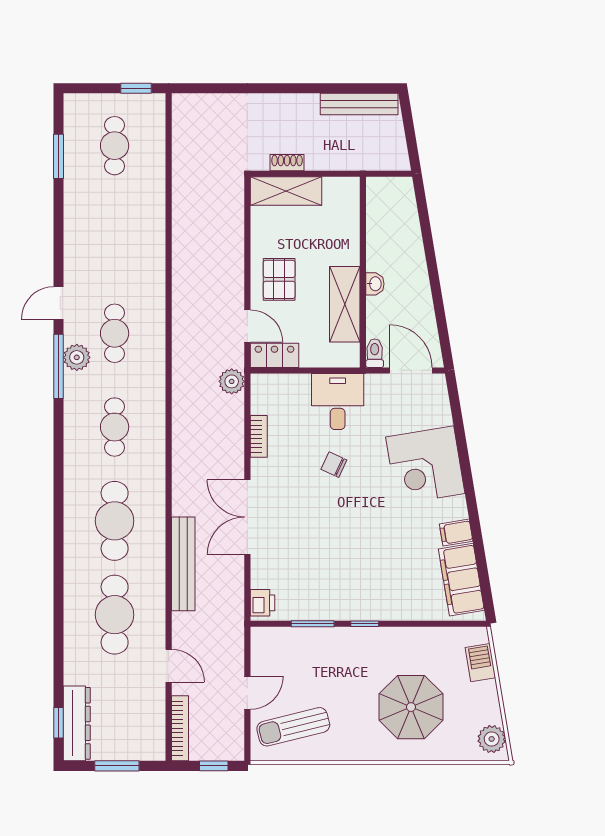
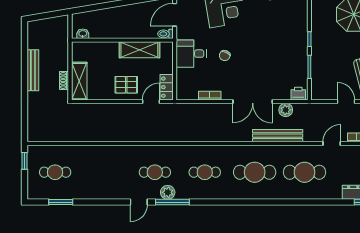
bench: (359, 104) -> (33, 70), moved
washbasin: (375, 284) -> (83, 34), moved
door: (58, 303) -> (139, 202), hinge flipped
plant: (232, 381) -> (286, 110), moved

